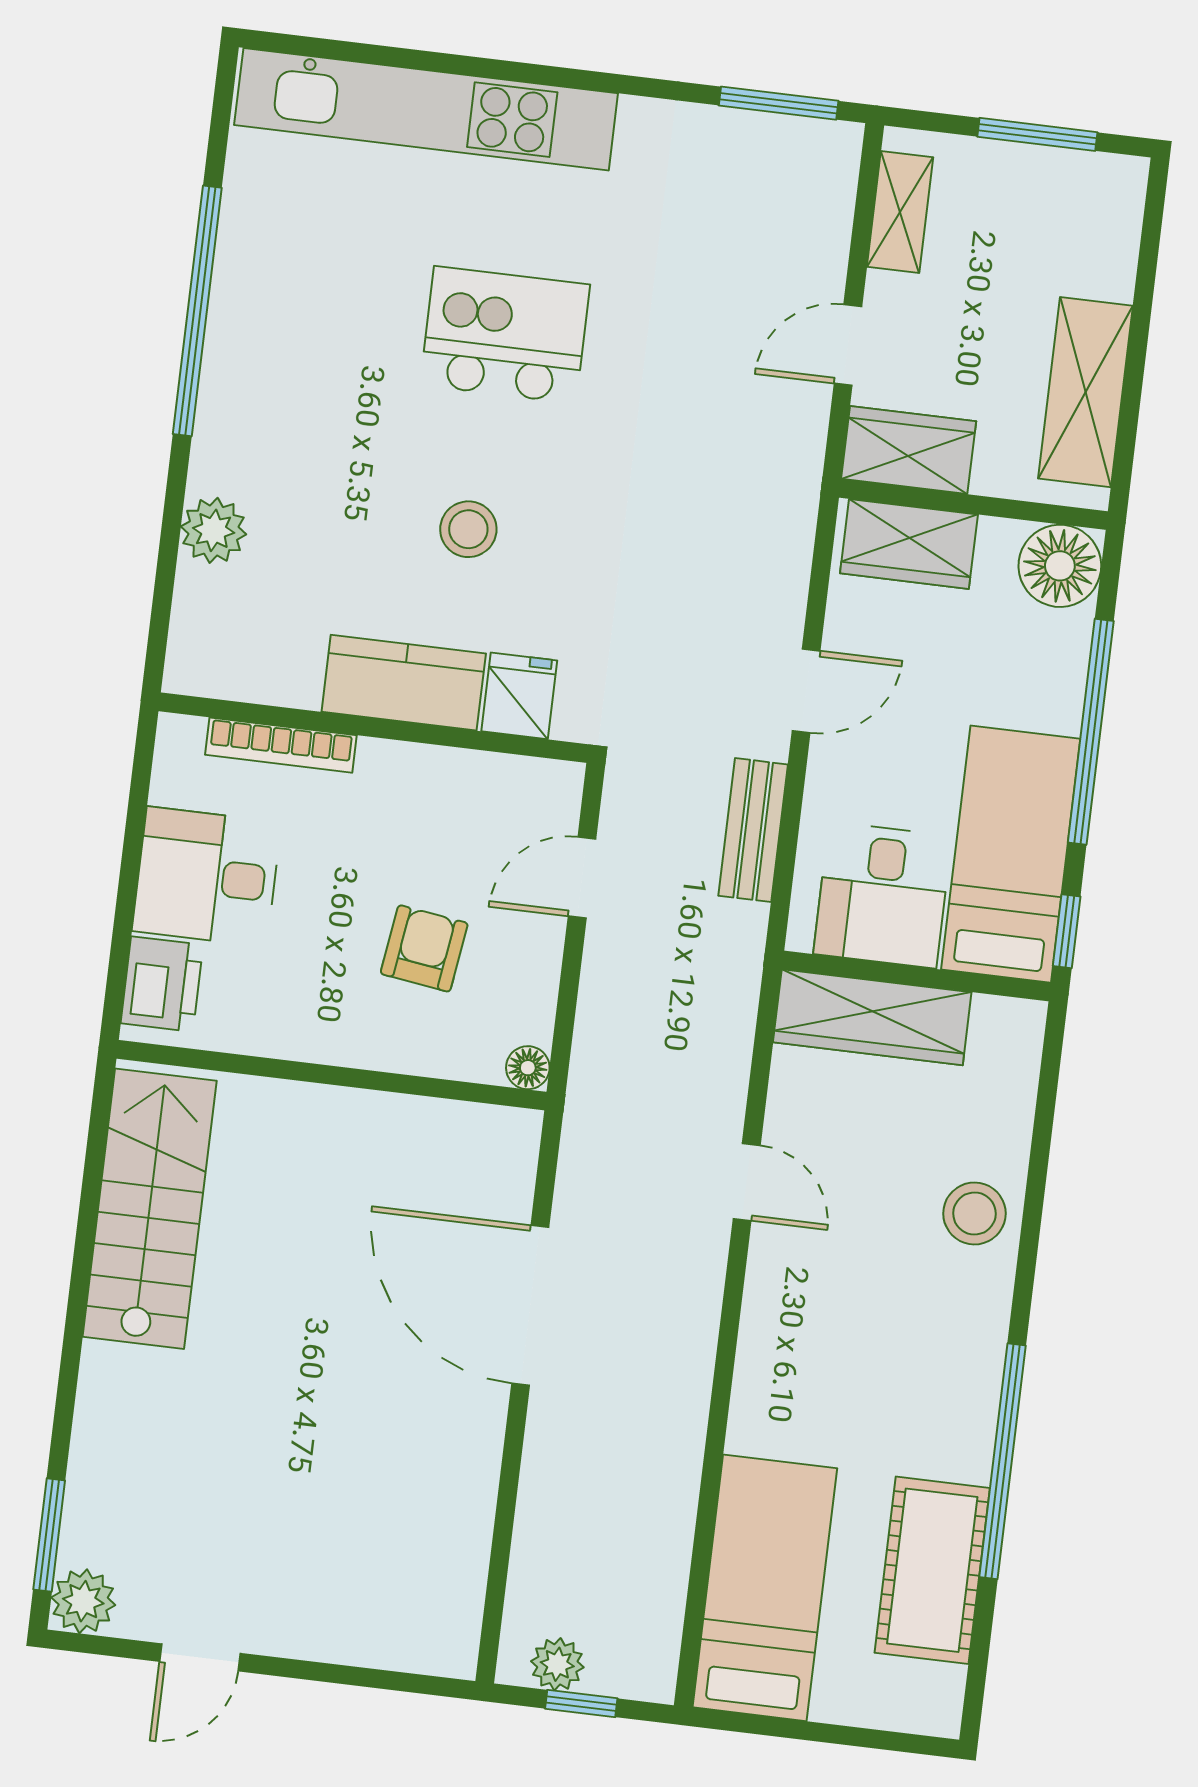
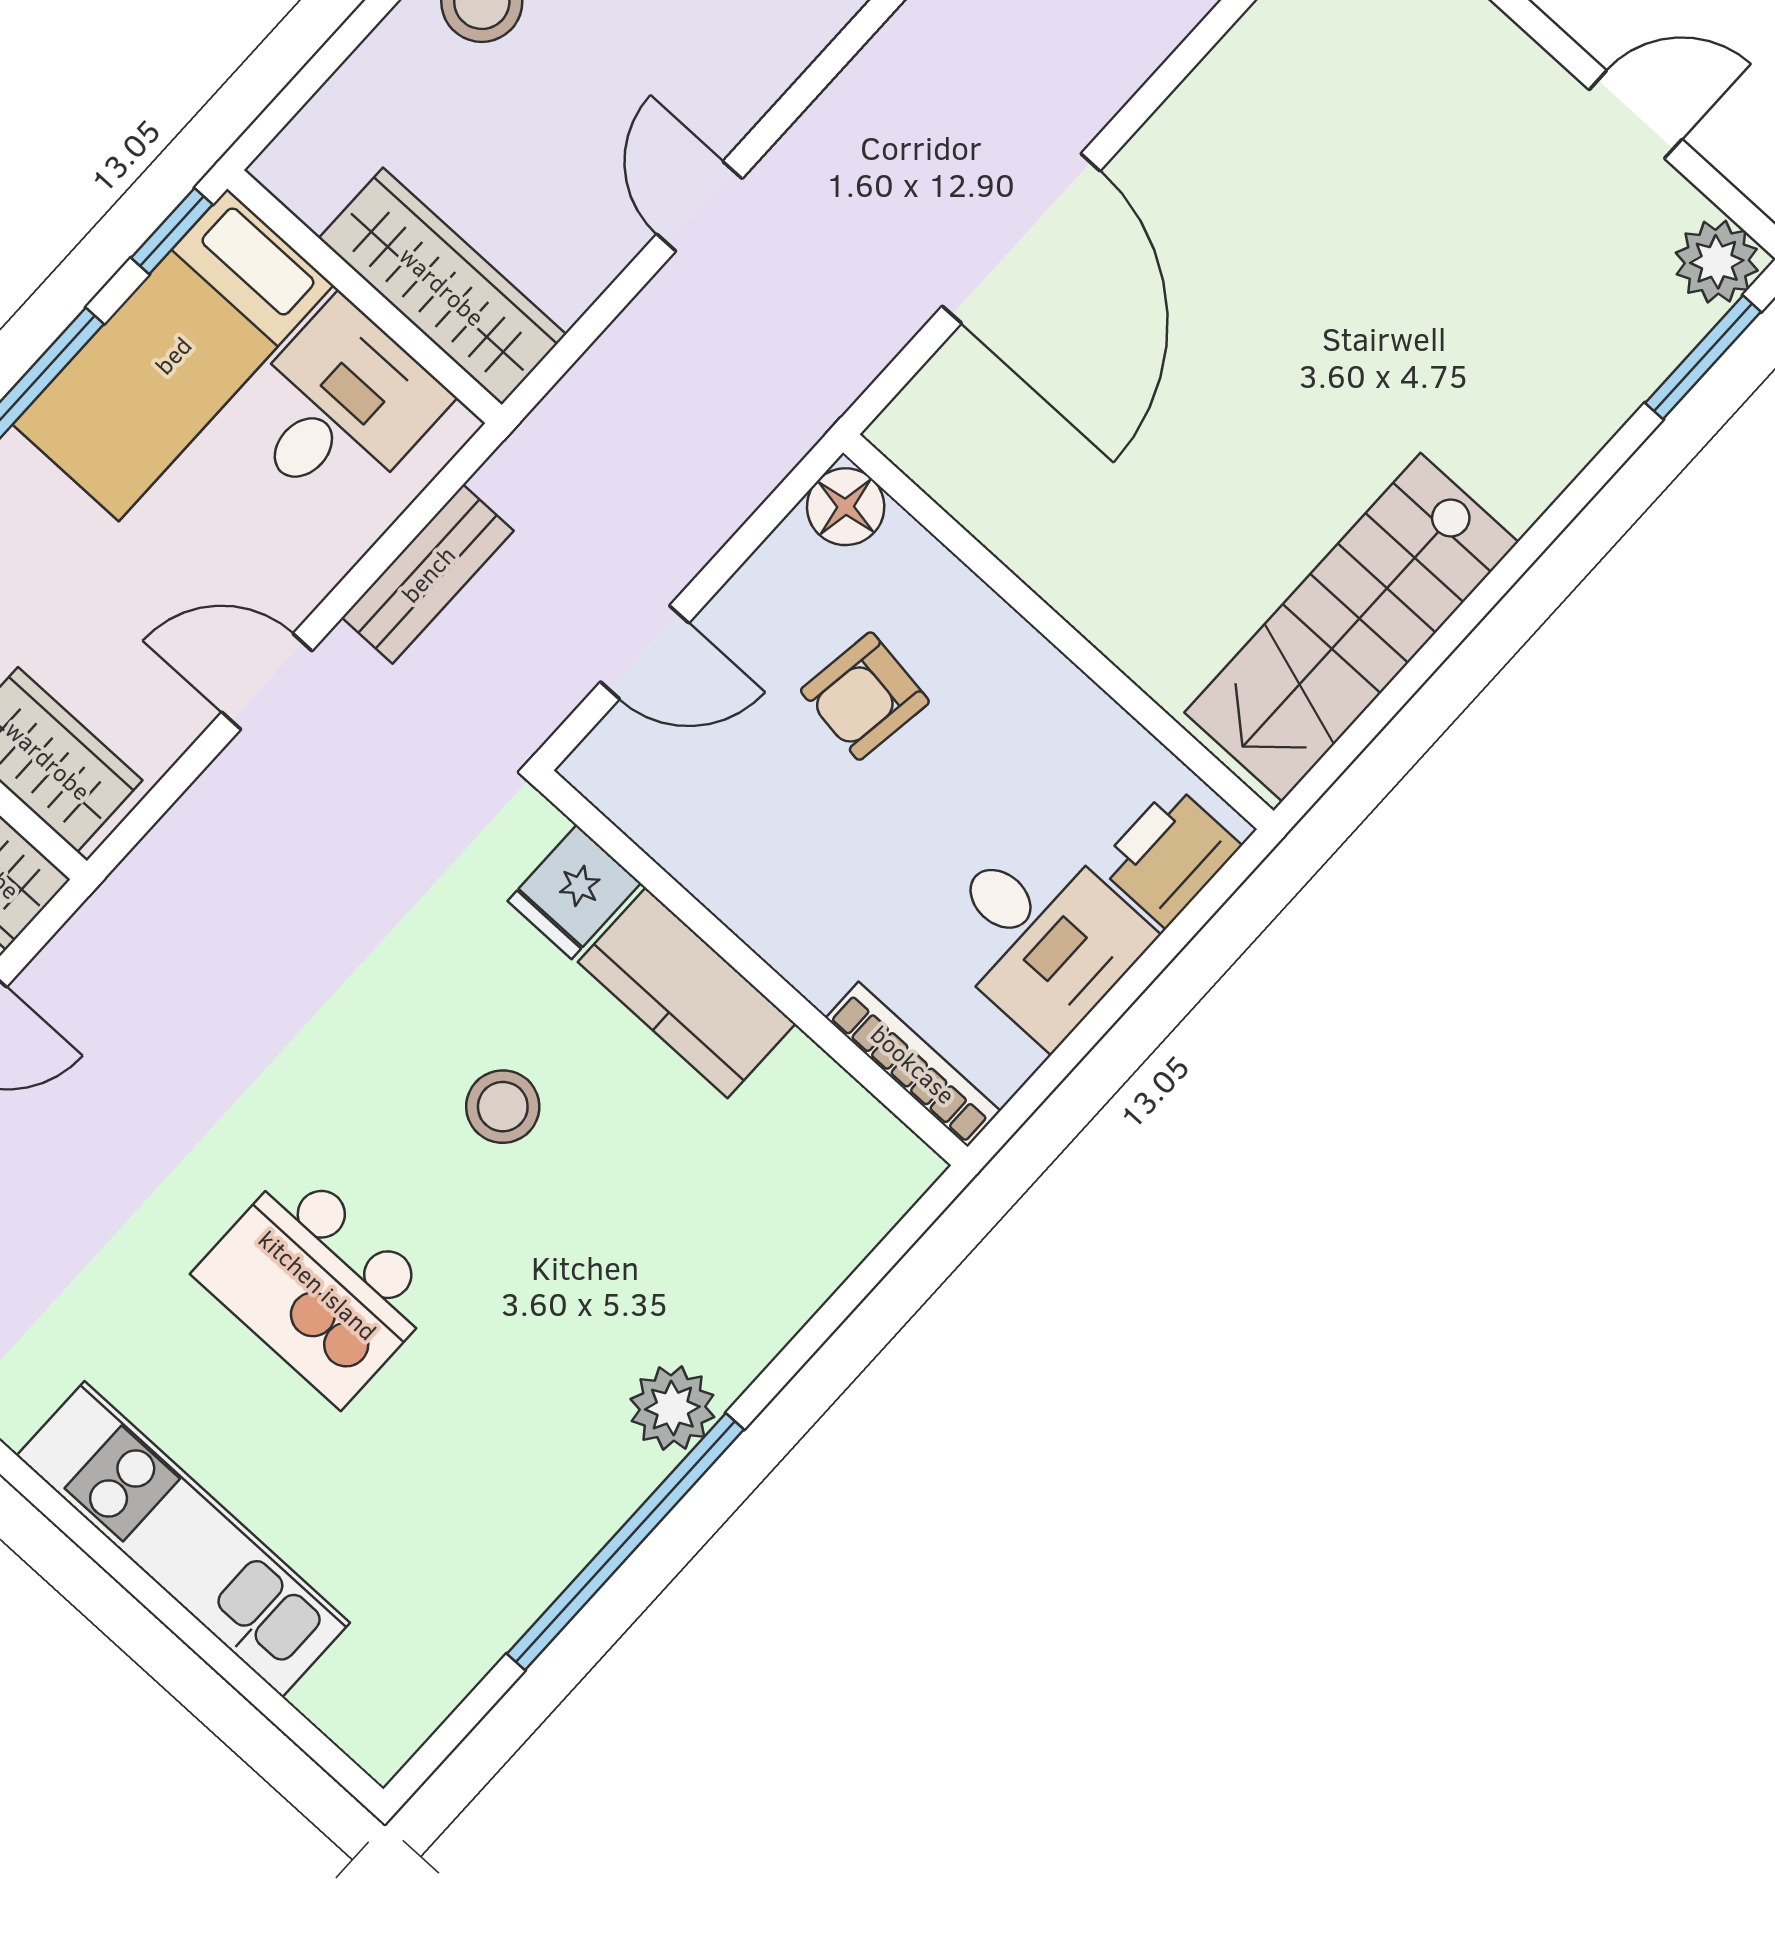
kitchen unit: (426, 109) -> (183, 1539), width x0.73
plant: (214, 530) -> (672, 1408), moved
bookcase: (281, 745) -> (913, 1064), moved
floor lamp: (528, 1068) -> (846, 507), width x1.37, depth x1.37

